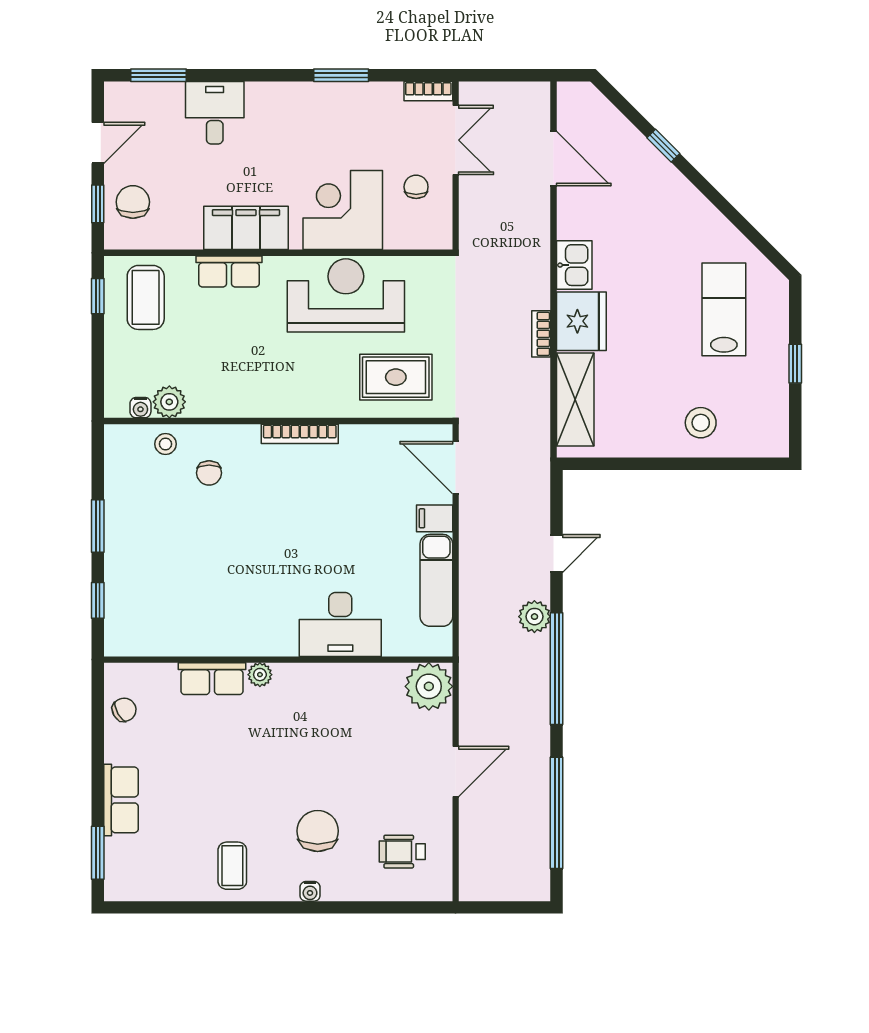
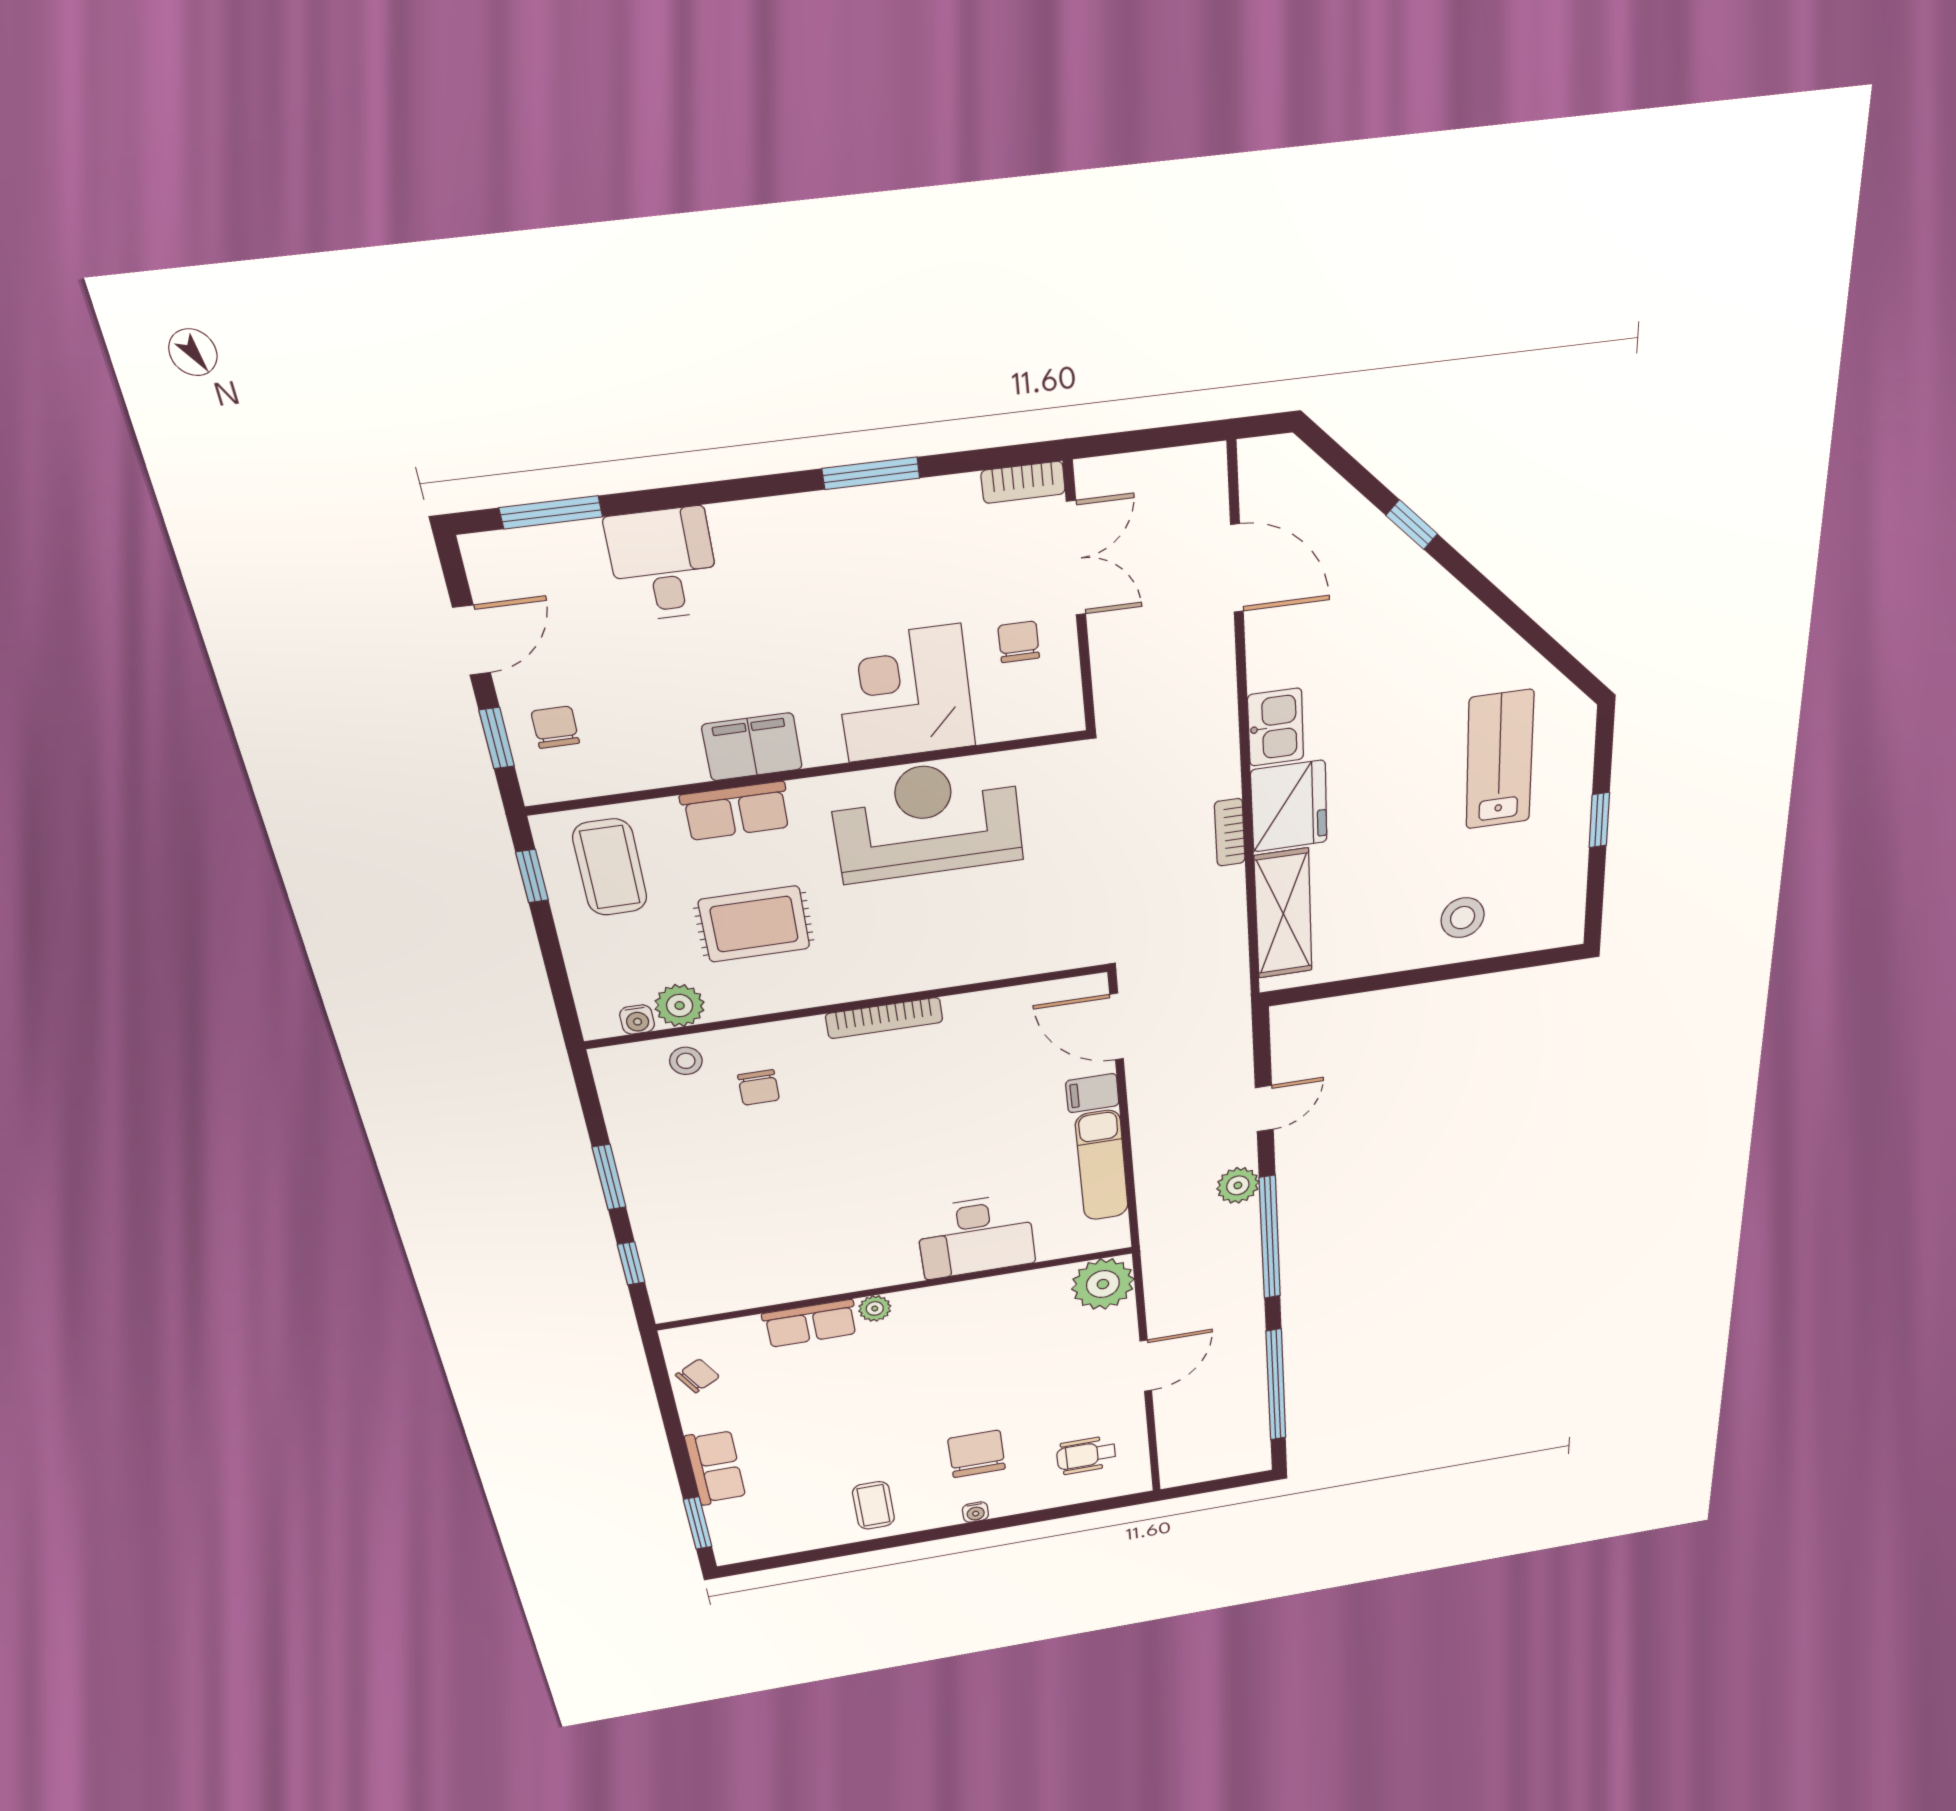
chair: (133, 202) -> (555, 727), width x0.73, depth x0.73
filing cabinet: (246, 228) -> (752, 747), width x0.67, depth x0.86
rug: (396, 377) -> (754, 924), moved

